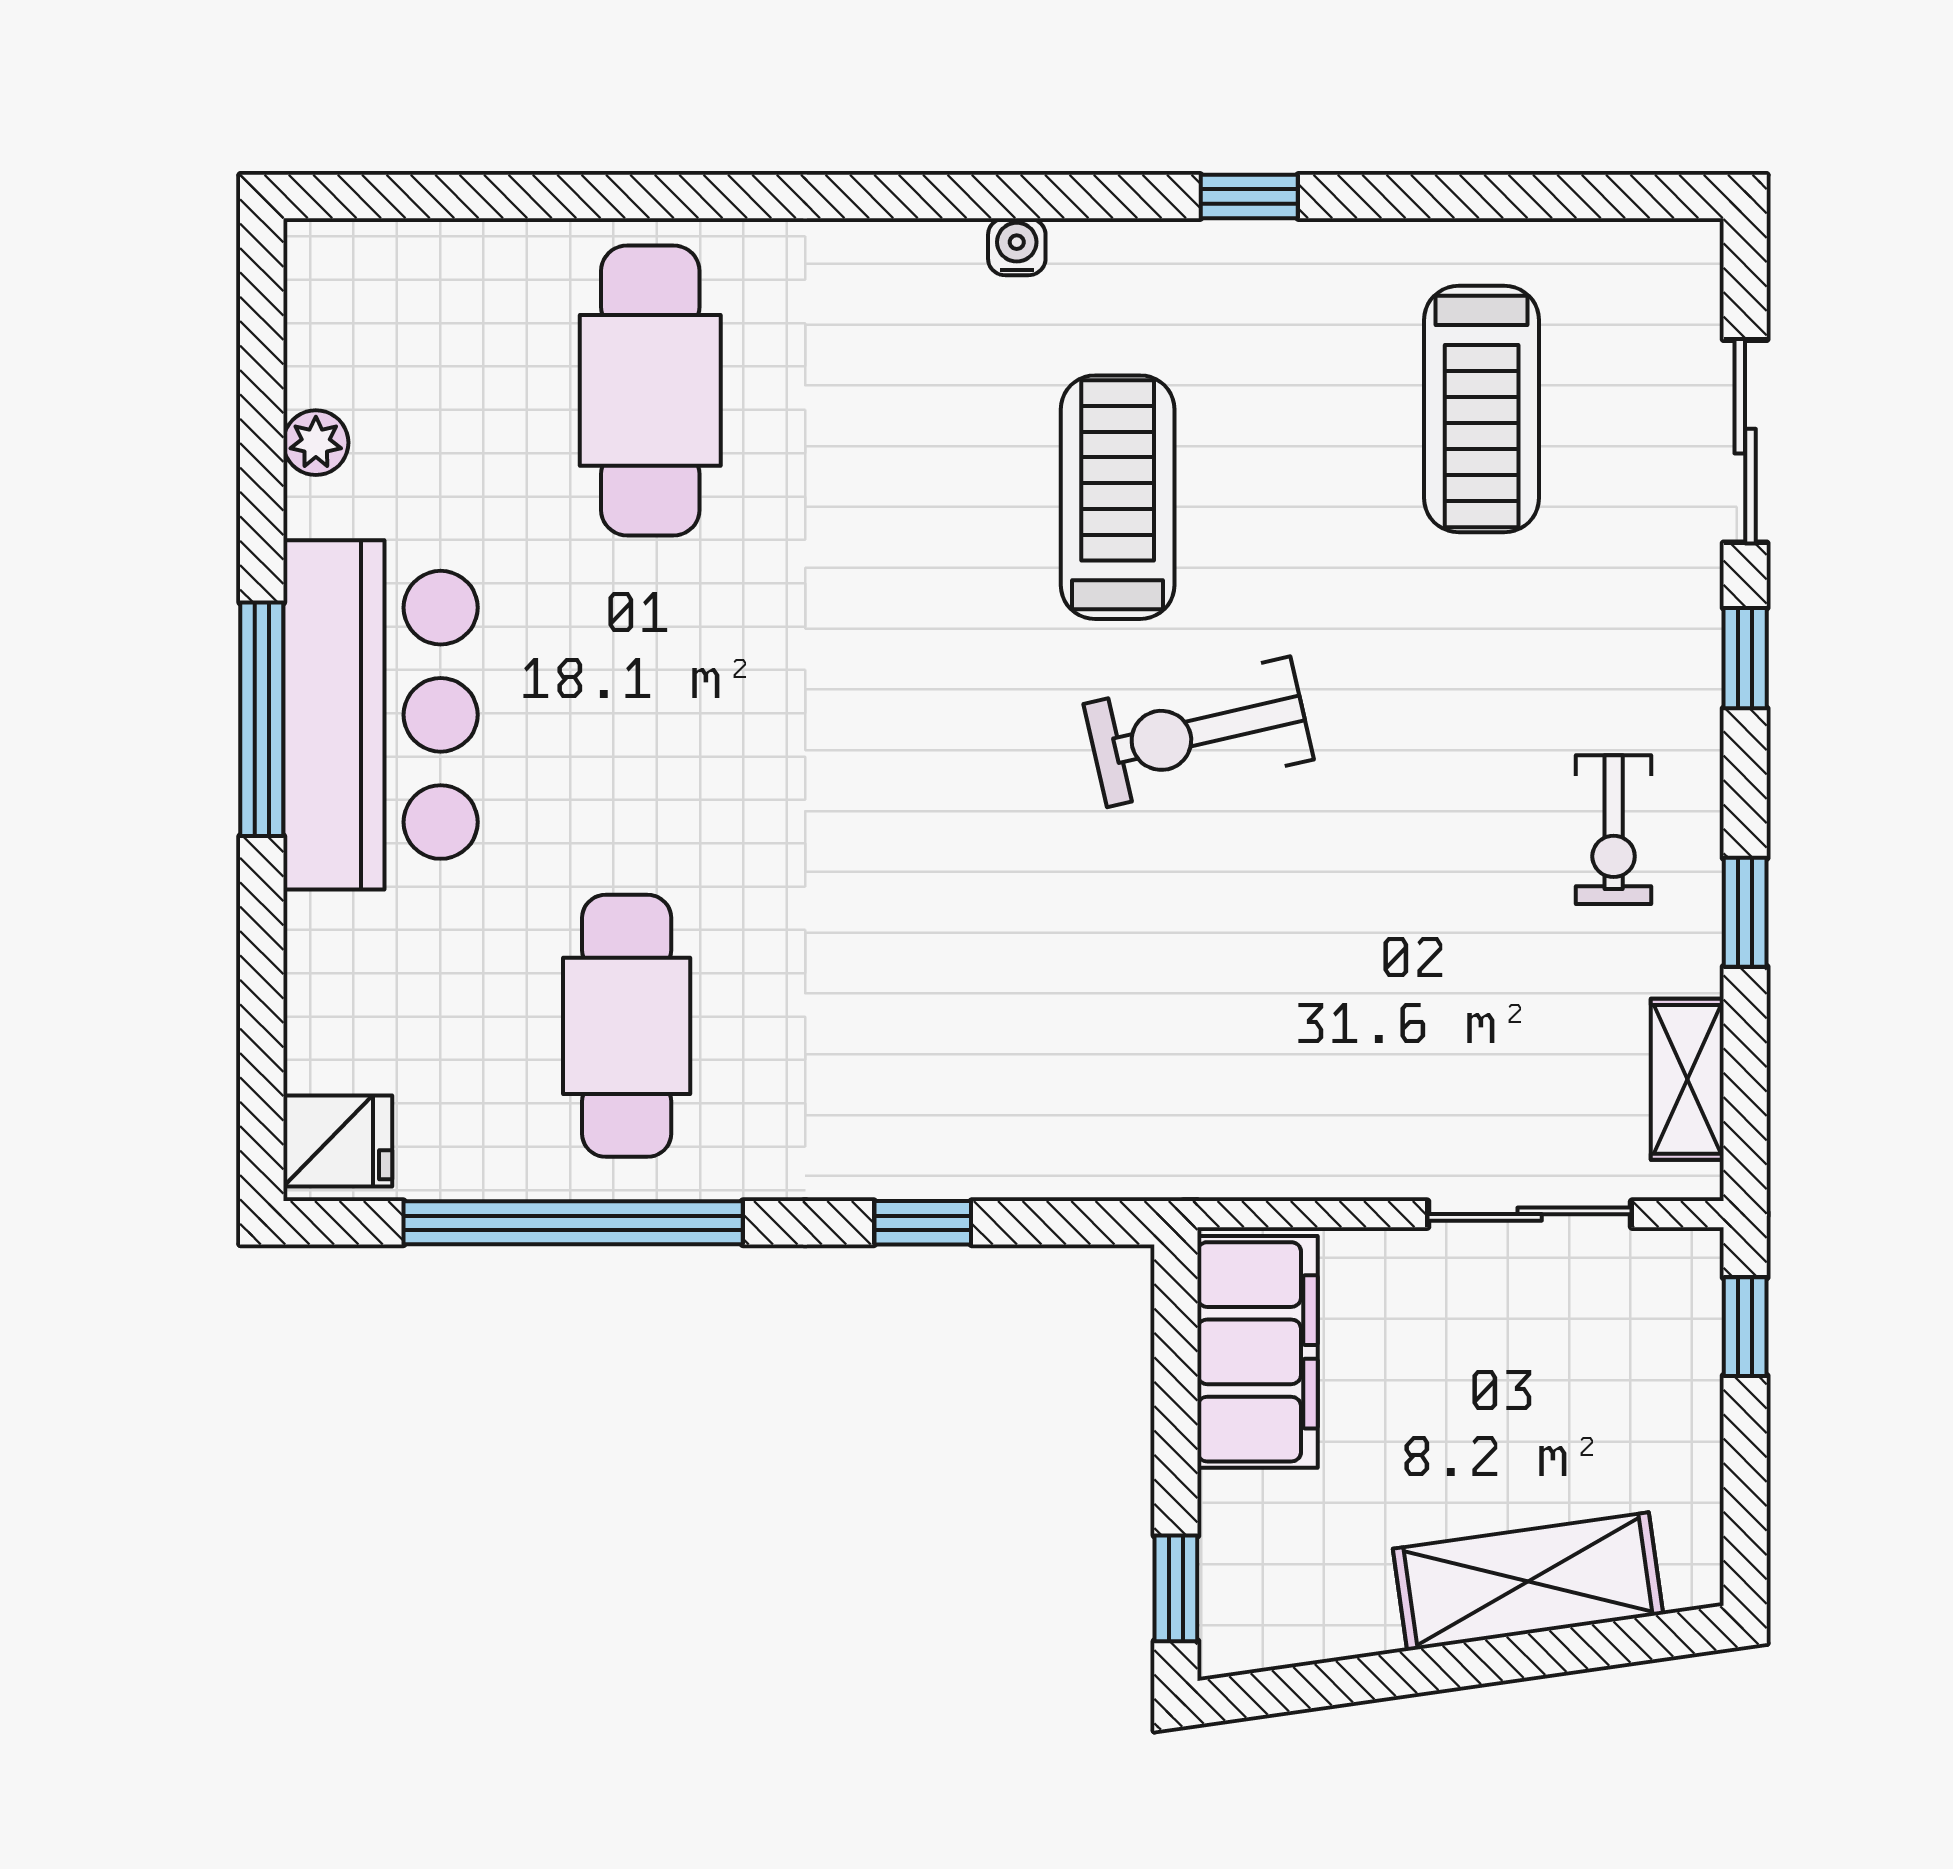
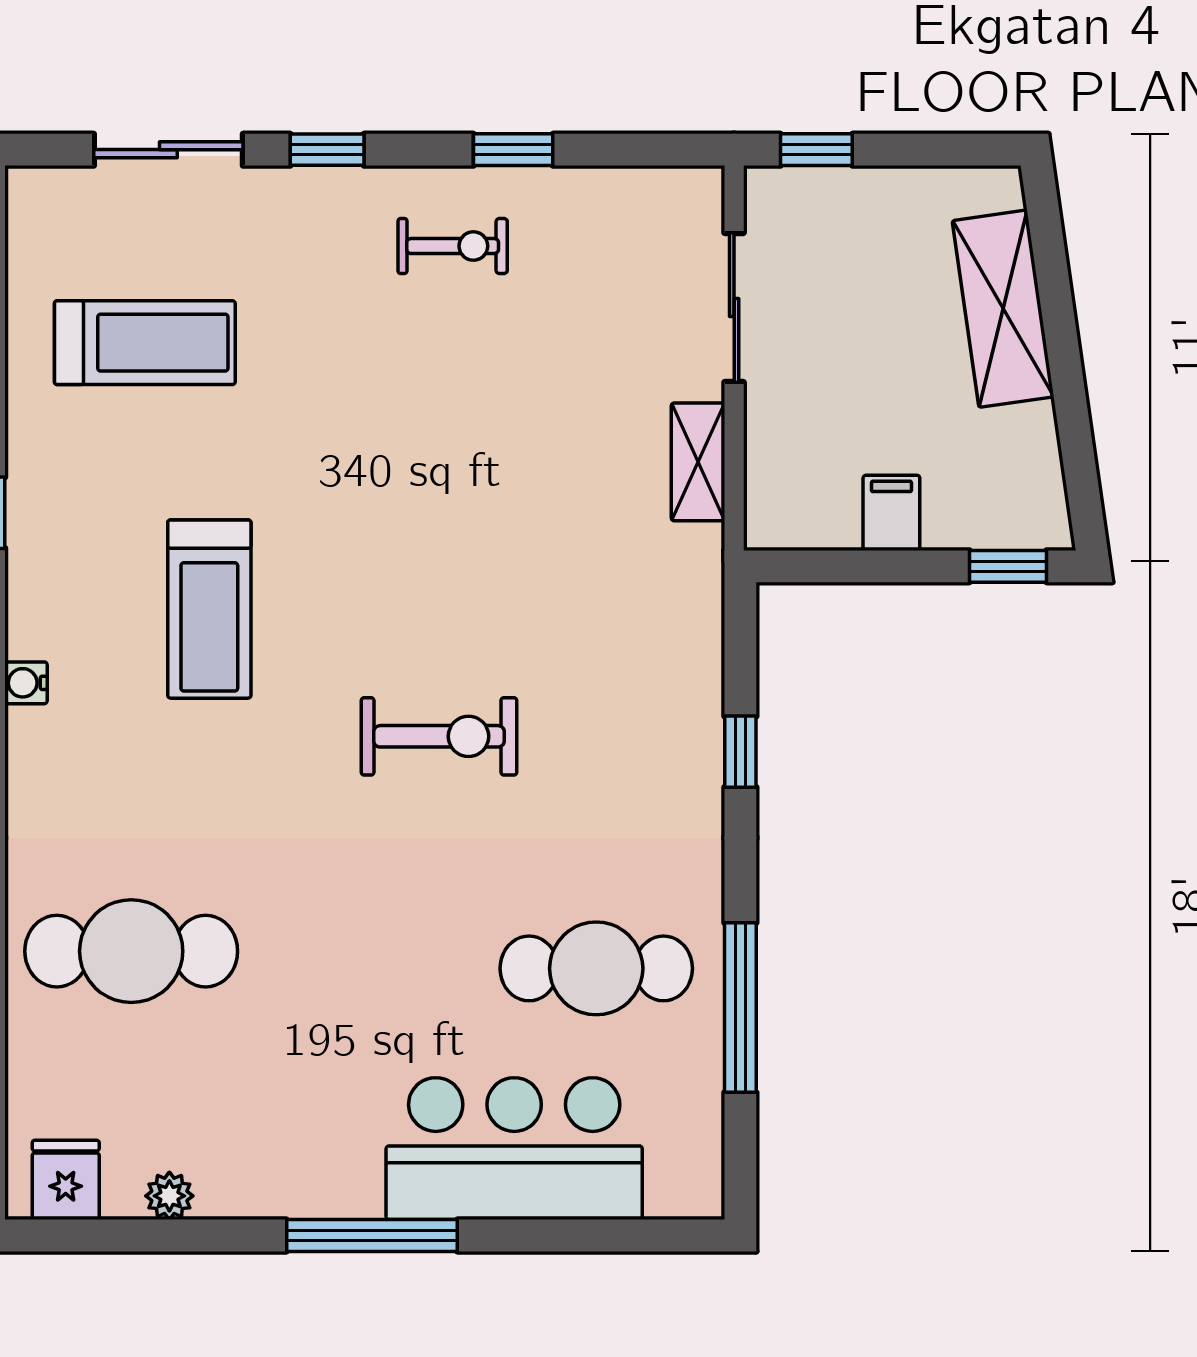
treadmill: (1118, 497) -> (209, 609), turned -90
bar counter: (380, 715) -> (514, 1149), moved
exercise bike: (1199, 732) -> (439, 736), moved, turned -77
shelving: (1687, 1079) -> (698, 462), moved, turned 90
fridge: (338, 1141) -> (66, 1180), moved
window: (573, 1223) -> (740, 1008), width x0.68
filing cabinet: (1258, 1352) -> (891, 513), width x0.33, depth x0.86

